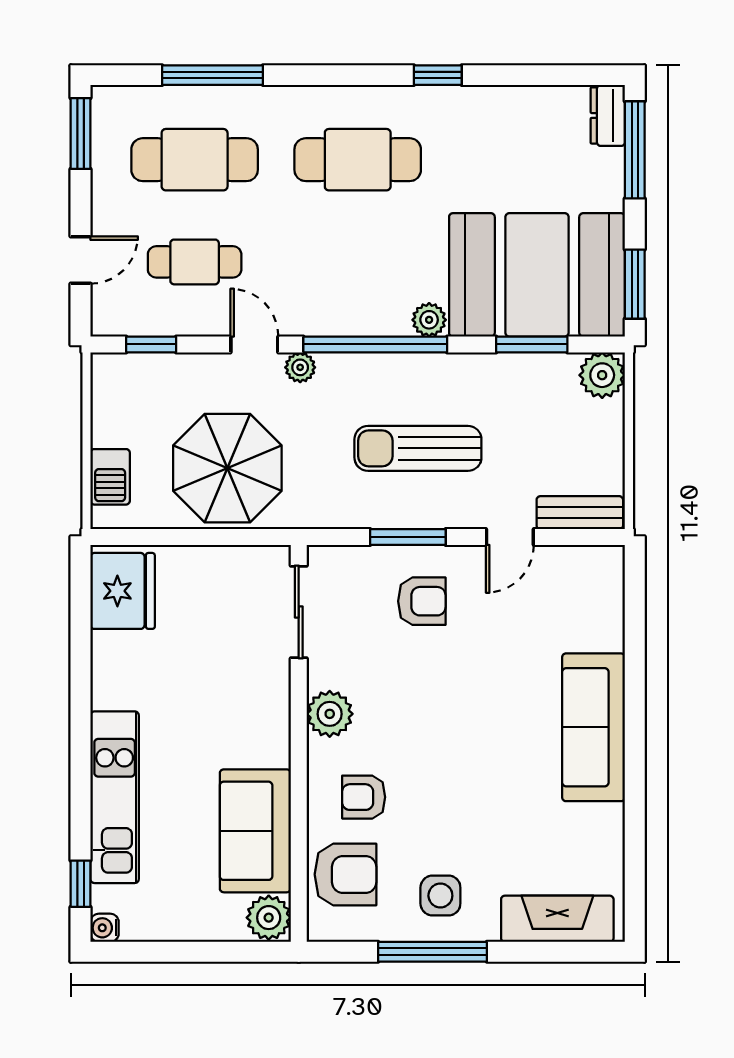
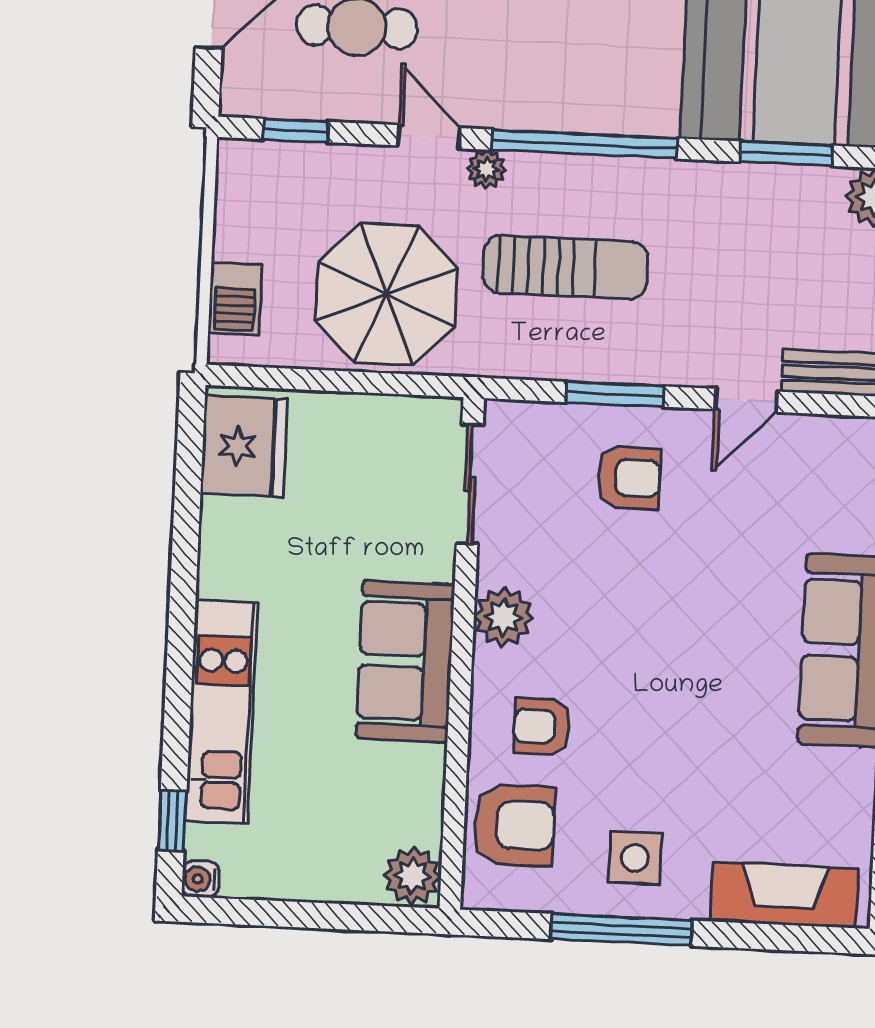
plant: (429, 320) -> (655, 116), removed
sun lounger: (418, 448) -> (565, 267), moved, turned 180
sofa: (255, 831) -> (405, 661), moved

